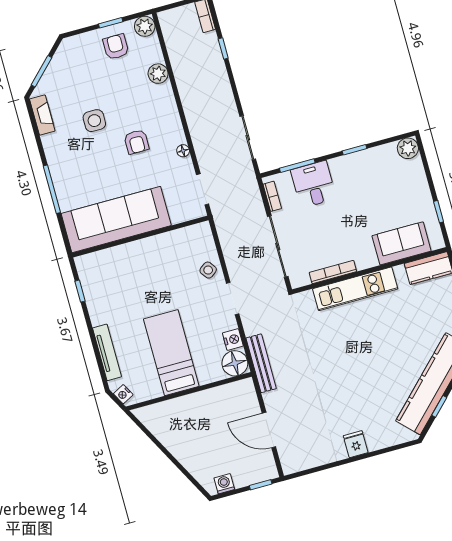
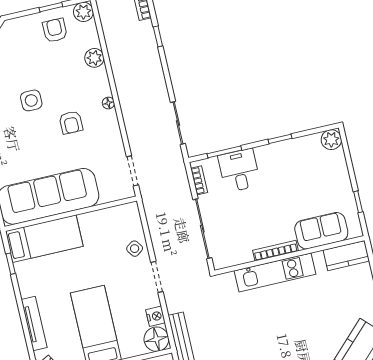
floor lamp: (183, 151) -> (108, 103), moved
bed: (114, 264) -> (44, 239), added
bookcase: (333, 272) -> (276, 251), moved

